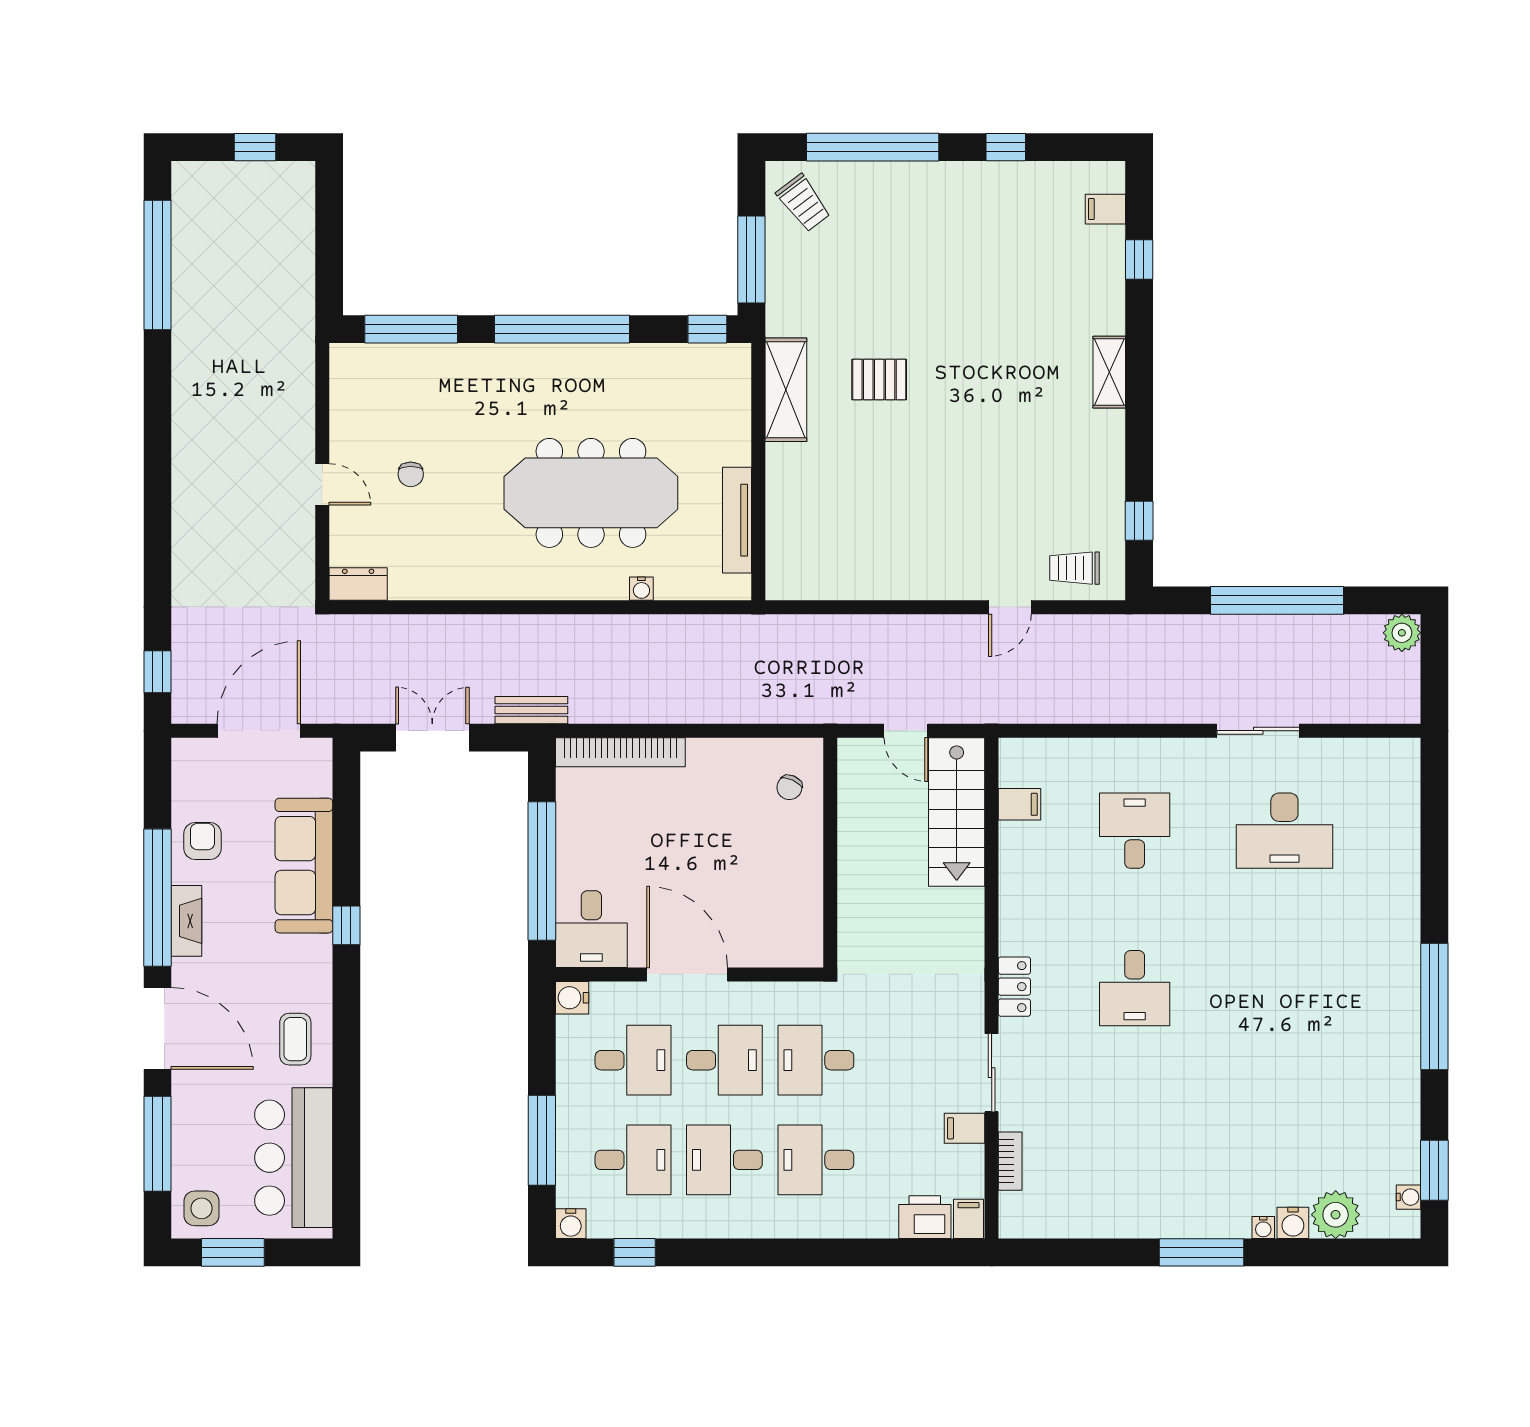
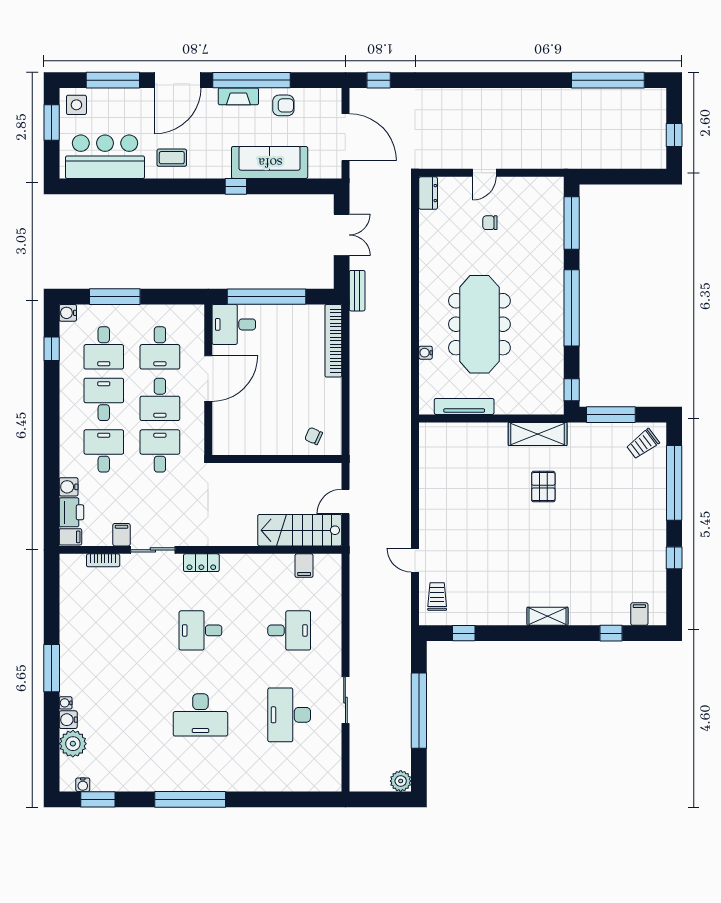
desk: (1284, 988) -> (200, 715), added
water cooler: (572, 998) -> (69, 487), moved, turned -90

